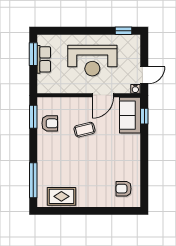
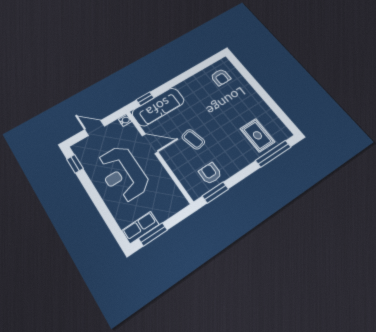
row of seats: (44, 59) -> (140, 227), moved
reception desk: (92, 61) -> (123, 173), turned 180
door: (144, 75) -> (95, 128), moved
sofa: (130, 115) -> (158, 107), width x1.36
rug: (61, 196) -> (257, 135), moved

